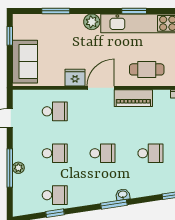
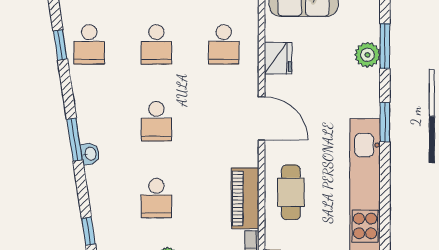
window: (134, 11) -> (385, 122), moved
plant: (92, 22) -> (367, 55), moved
fridge: (75, 78) -> (278, 58), moved
piano: (133, 98) -> (245, 198), moved

